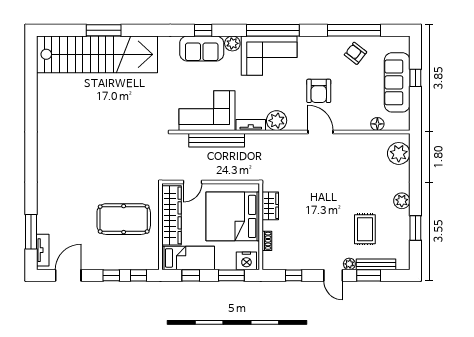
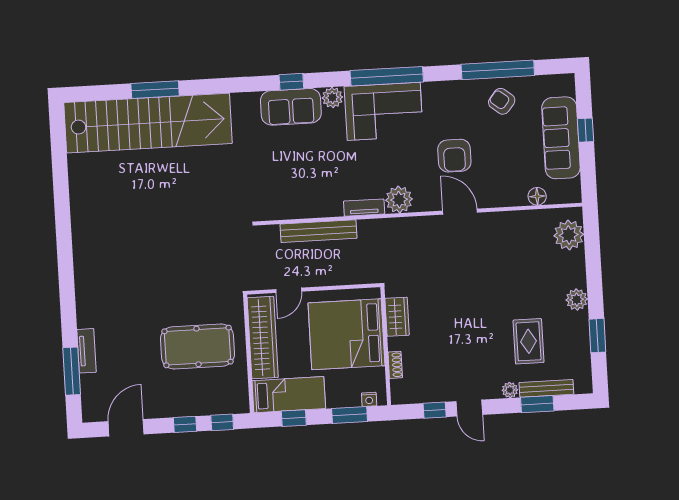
corner sofa: (207, 111) -> (303, 191), removed
tv unit: (43, 250) -> (87, 351), moved
nightstand: (246, 261) -> (369, 399), width x0.53, depth x0.56
door: (333, 275) -> (469, 408), moved

